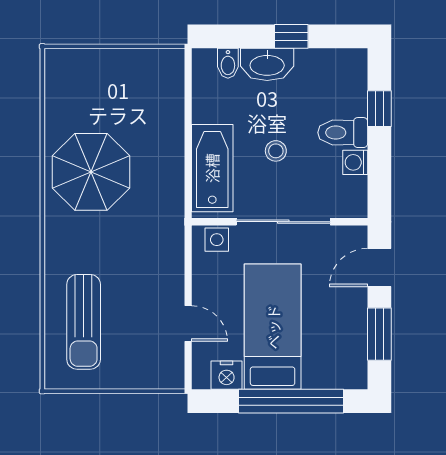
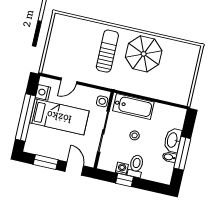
window: (291, 36) -> (182, 153), width x2.17
bidet: (228, 63) -> (169, 157), moved
window: (379, 109) -> (125, 180), moved
sun lounger: (84, 322) -> (107, 51), moved, turned 90

